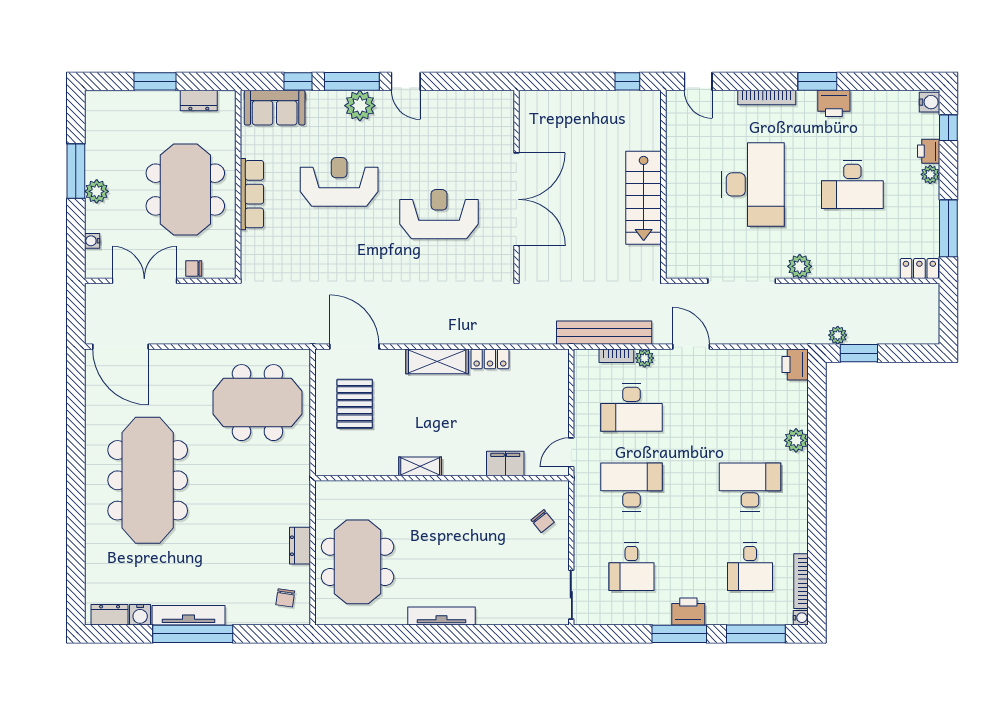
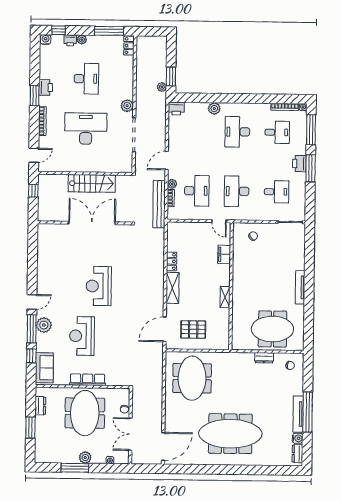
wall: (516, 184) -> (85, 223), moved
meeting table: (185, 190) -> (85, 413), turned 90
double door: (516, 199) -> (92, 223), moved

